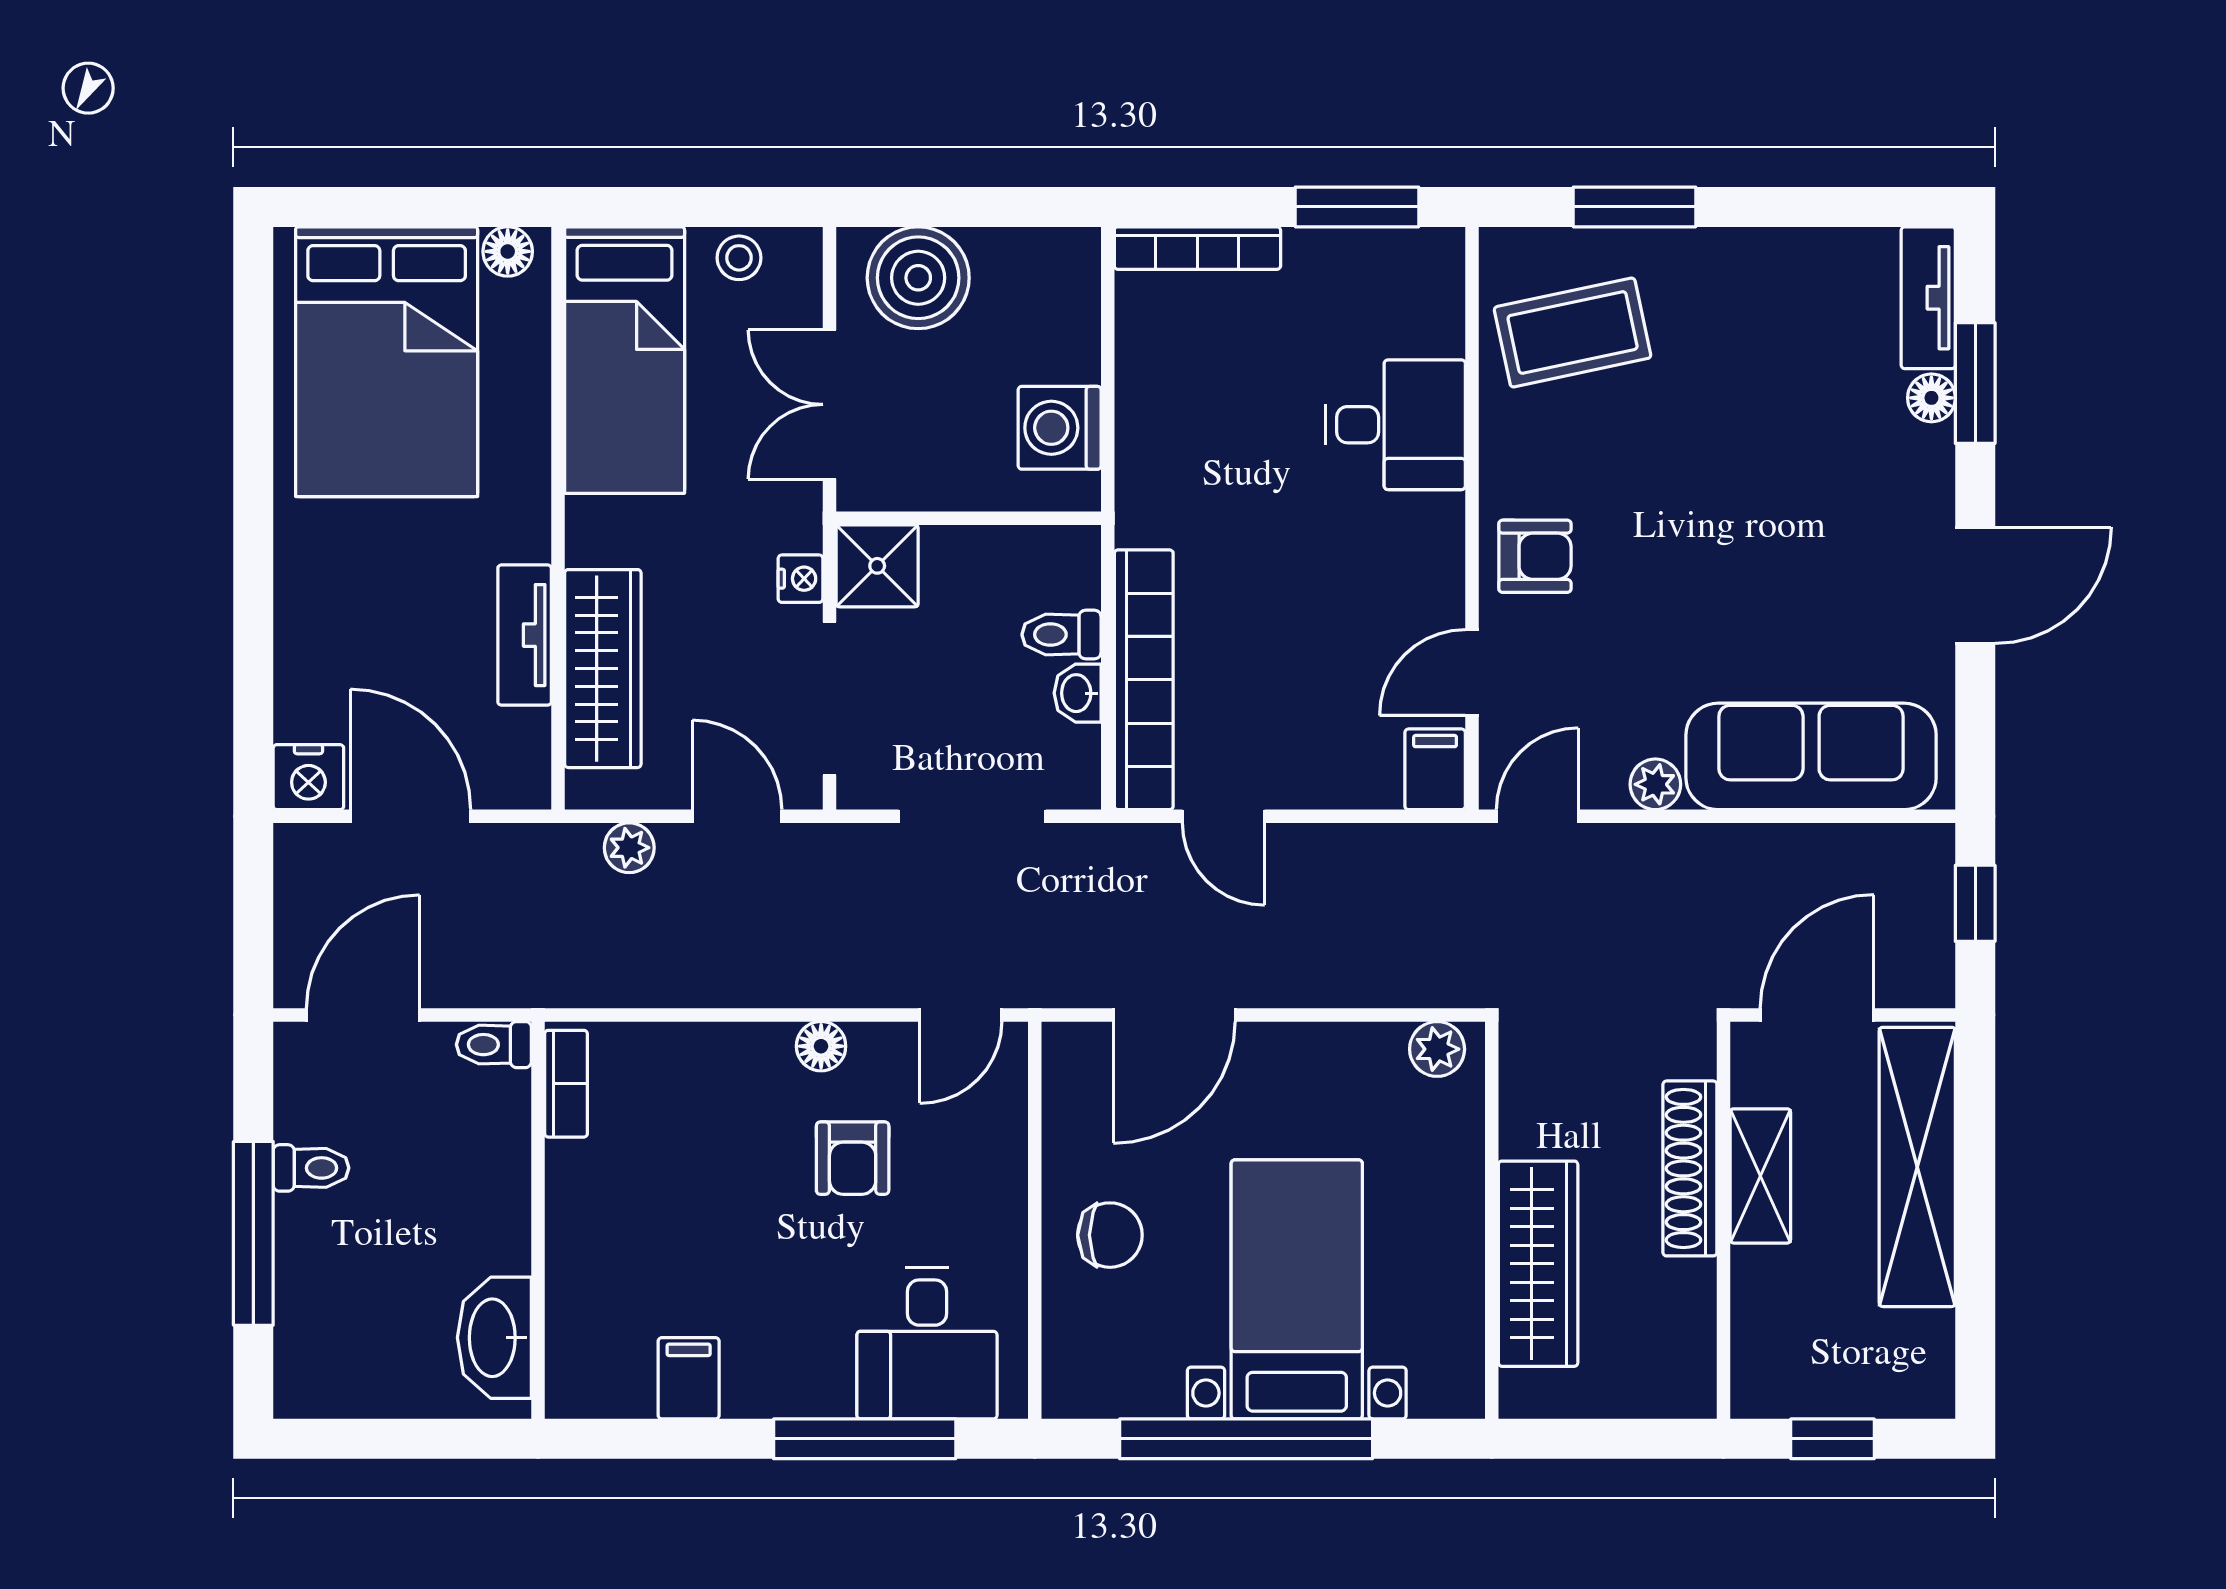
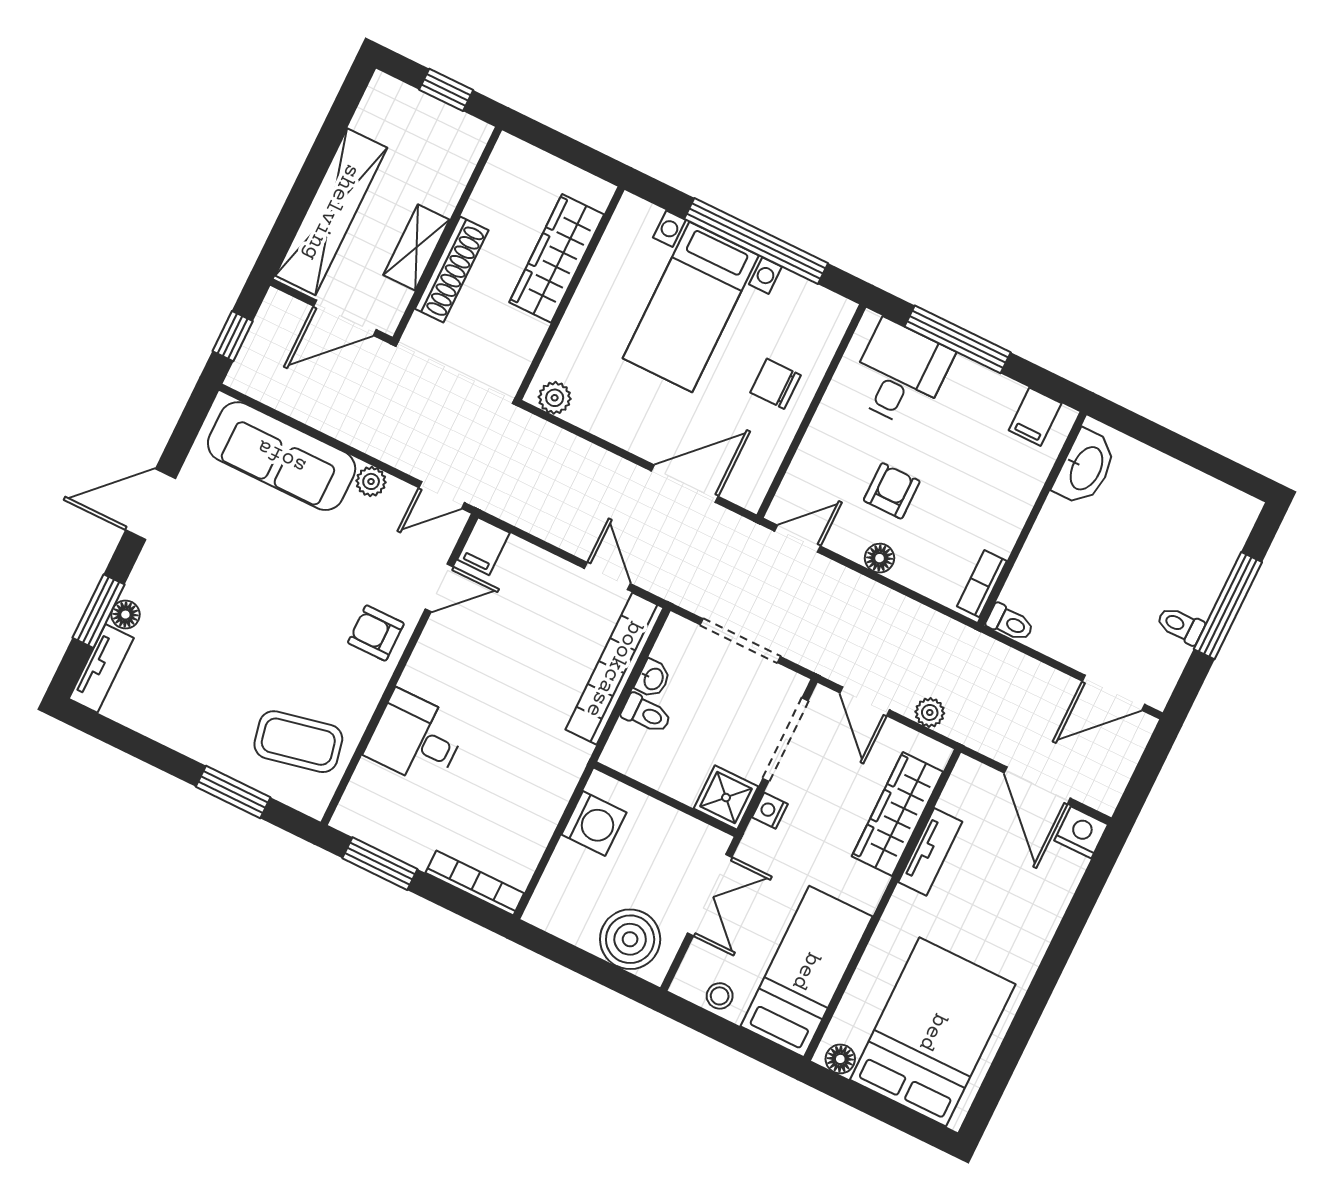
toilet: (494, 1045) -> (1010, 623), moved
bookcase: (566, 1084) -> (982, 584), moved
wall: (538, 1220) -> (1032, 519), moved
washbasin: (494, 1338) -> (1085, 468), moved

